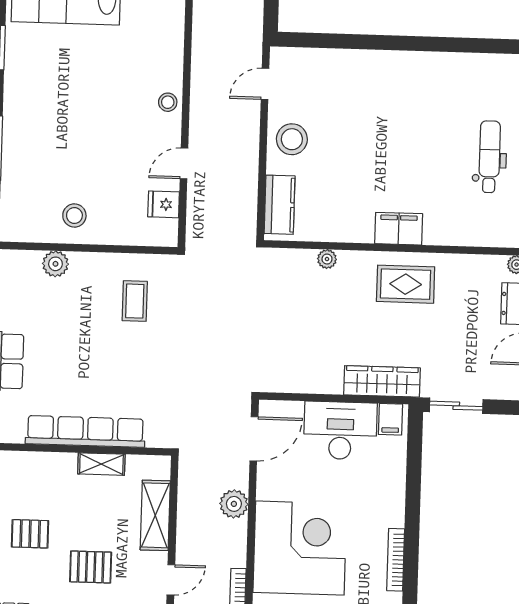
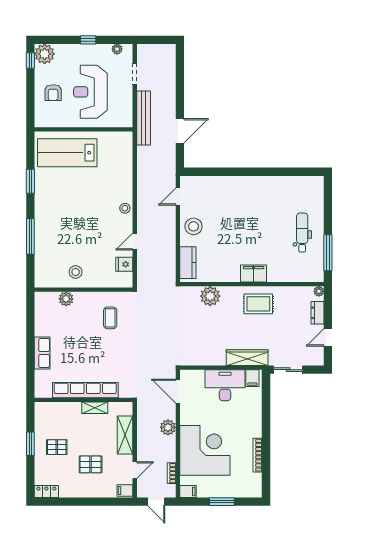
plant: (327, 259) -> (210, 296), width x1.88, depth x1.88
door: (254, 439) -> (178, 391), swing flipped

